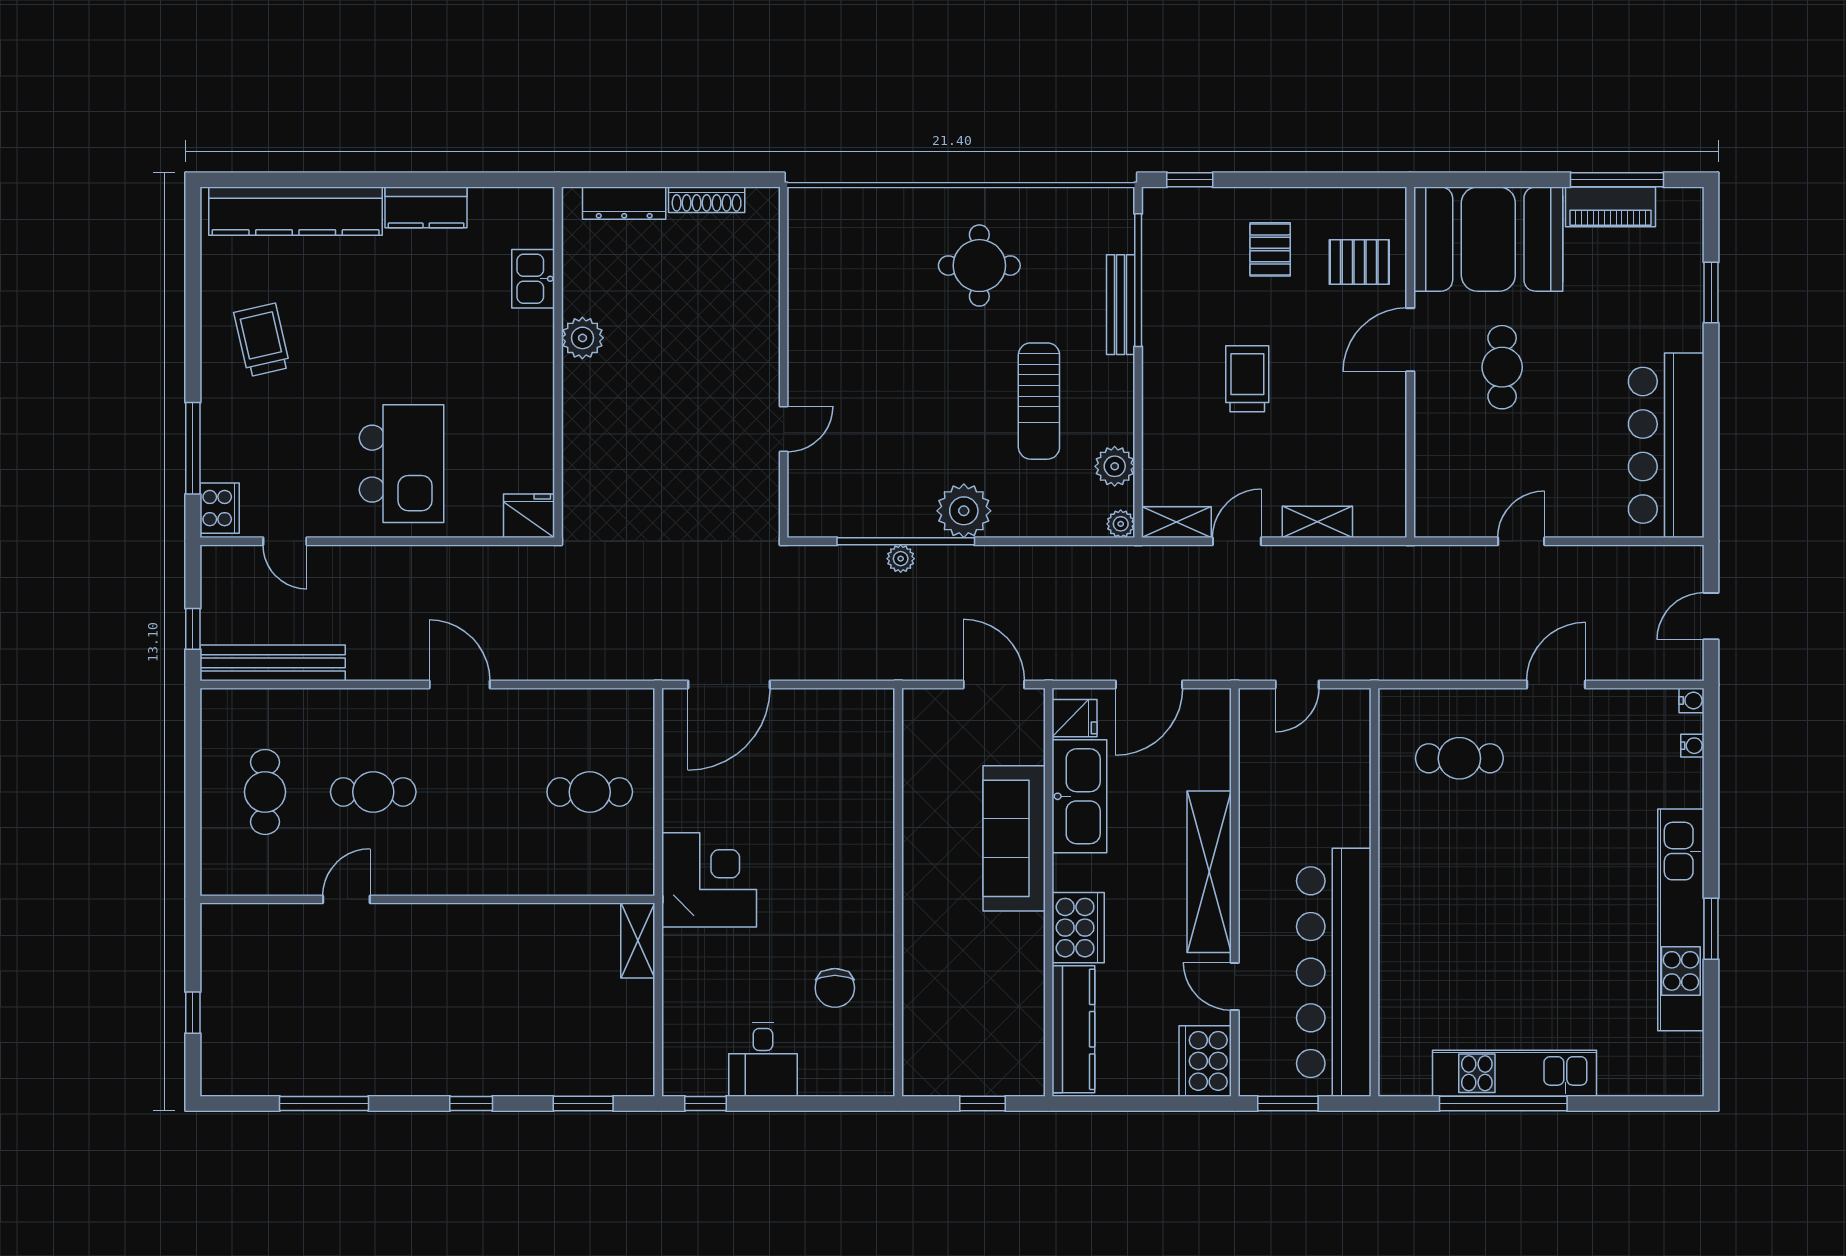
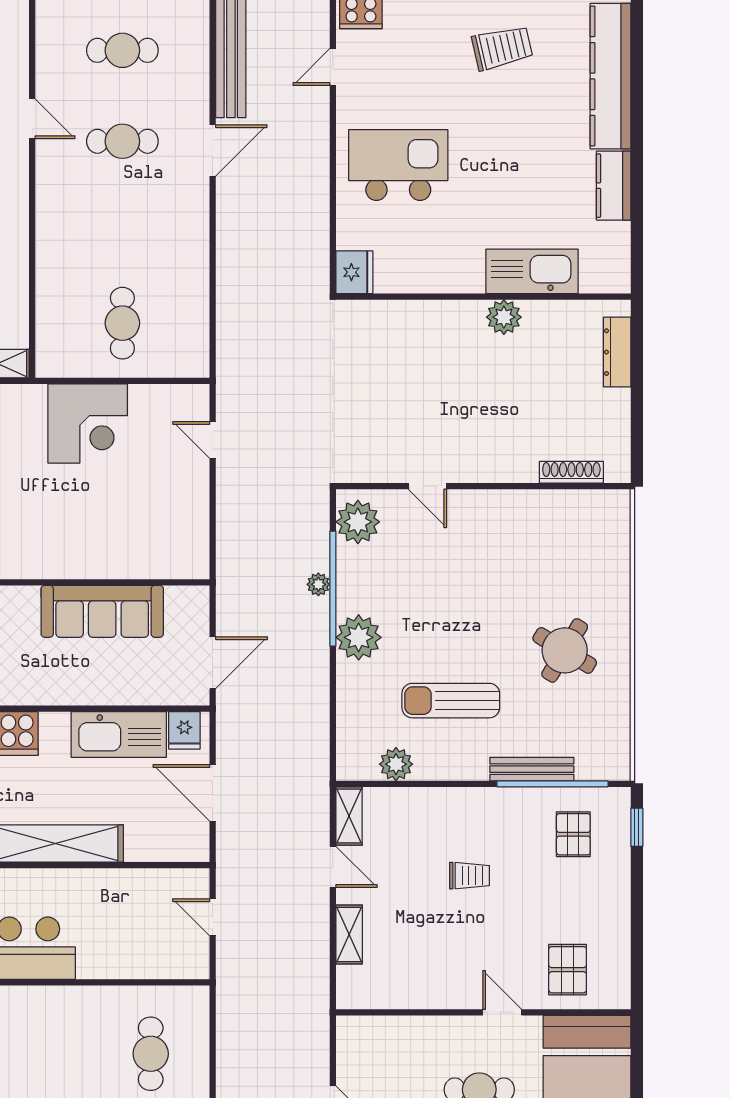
shoe rack: (707, 200) -> (571, 472), moved, turned 90
pallet: (1270, 249) -> (573, 834), moved, turned 90
round table: (979, 266) -> (565, 650), turned 31
kitchen sink: (533, 279) -> (532, 271), width x1.87, depth x1.24
door: (1410, 340) -> (502, 1012), width x0.73
trolley: (1247, 379) -> (470, 876), width x0.73, depth x0.72
kitchen island: (402, 464) -> (398, 165), turned 180
plant: (1121, 524) -> (358, 522), moved, width x1.87, depth x1.87
door: (460, 685) -> (213, 150), moved
door: (729, 685) -> (213, 440), width x0.53
cafe table: (373, 792) -> (122, 141), turned 90
sofa: (1014, 838) -> (102, 611), moved, turned 180
corner desk: (709, 880) -> (88, 423), moved

